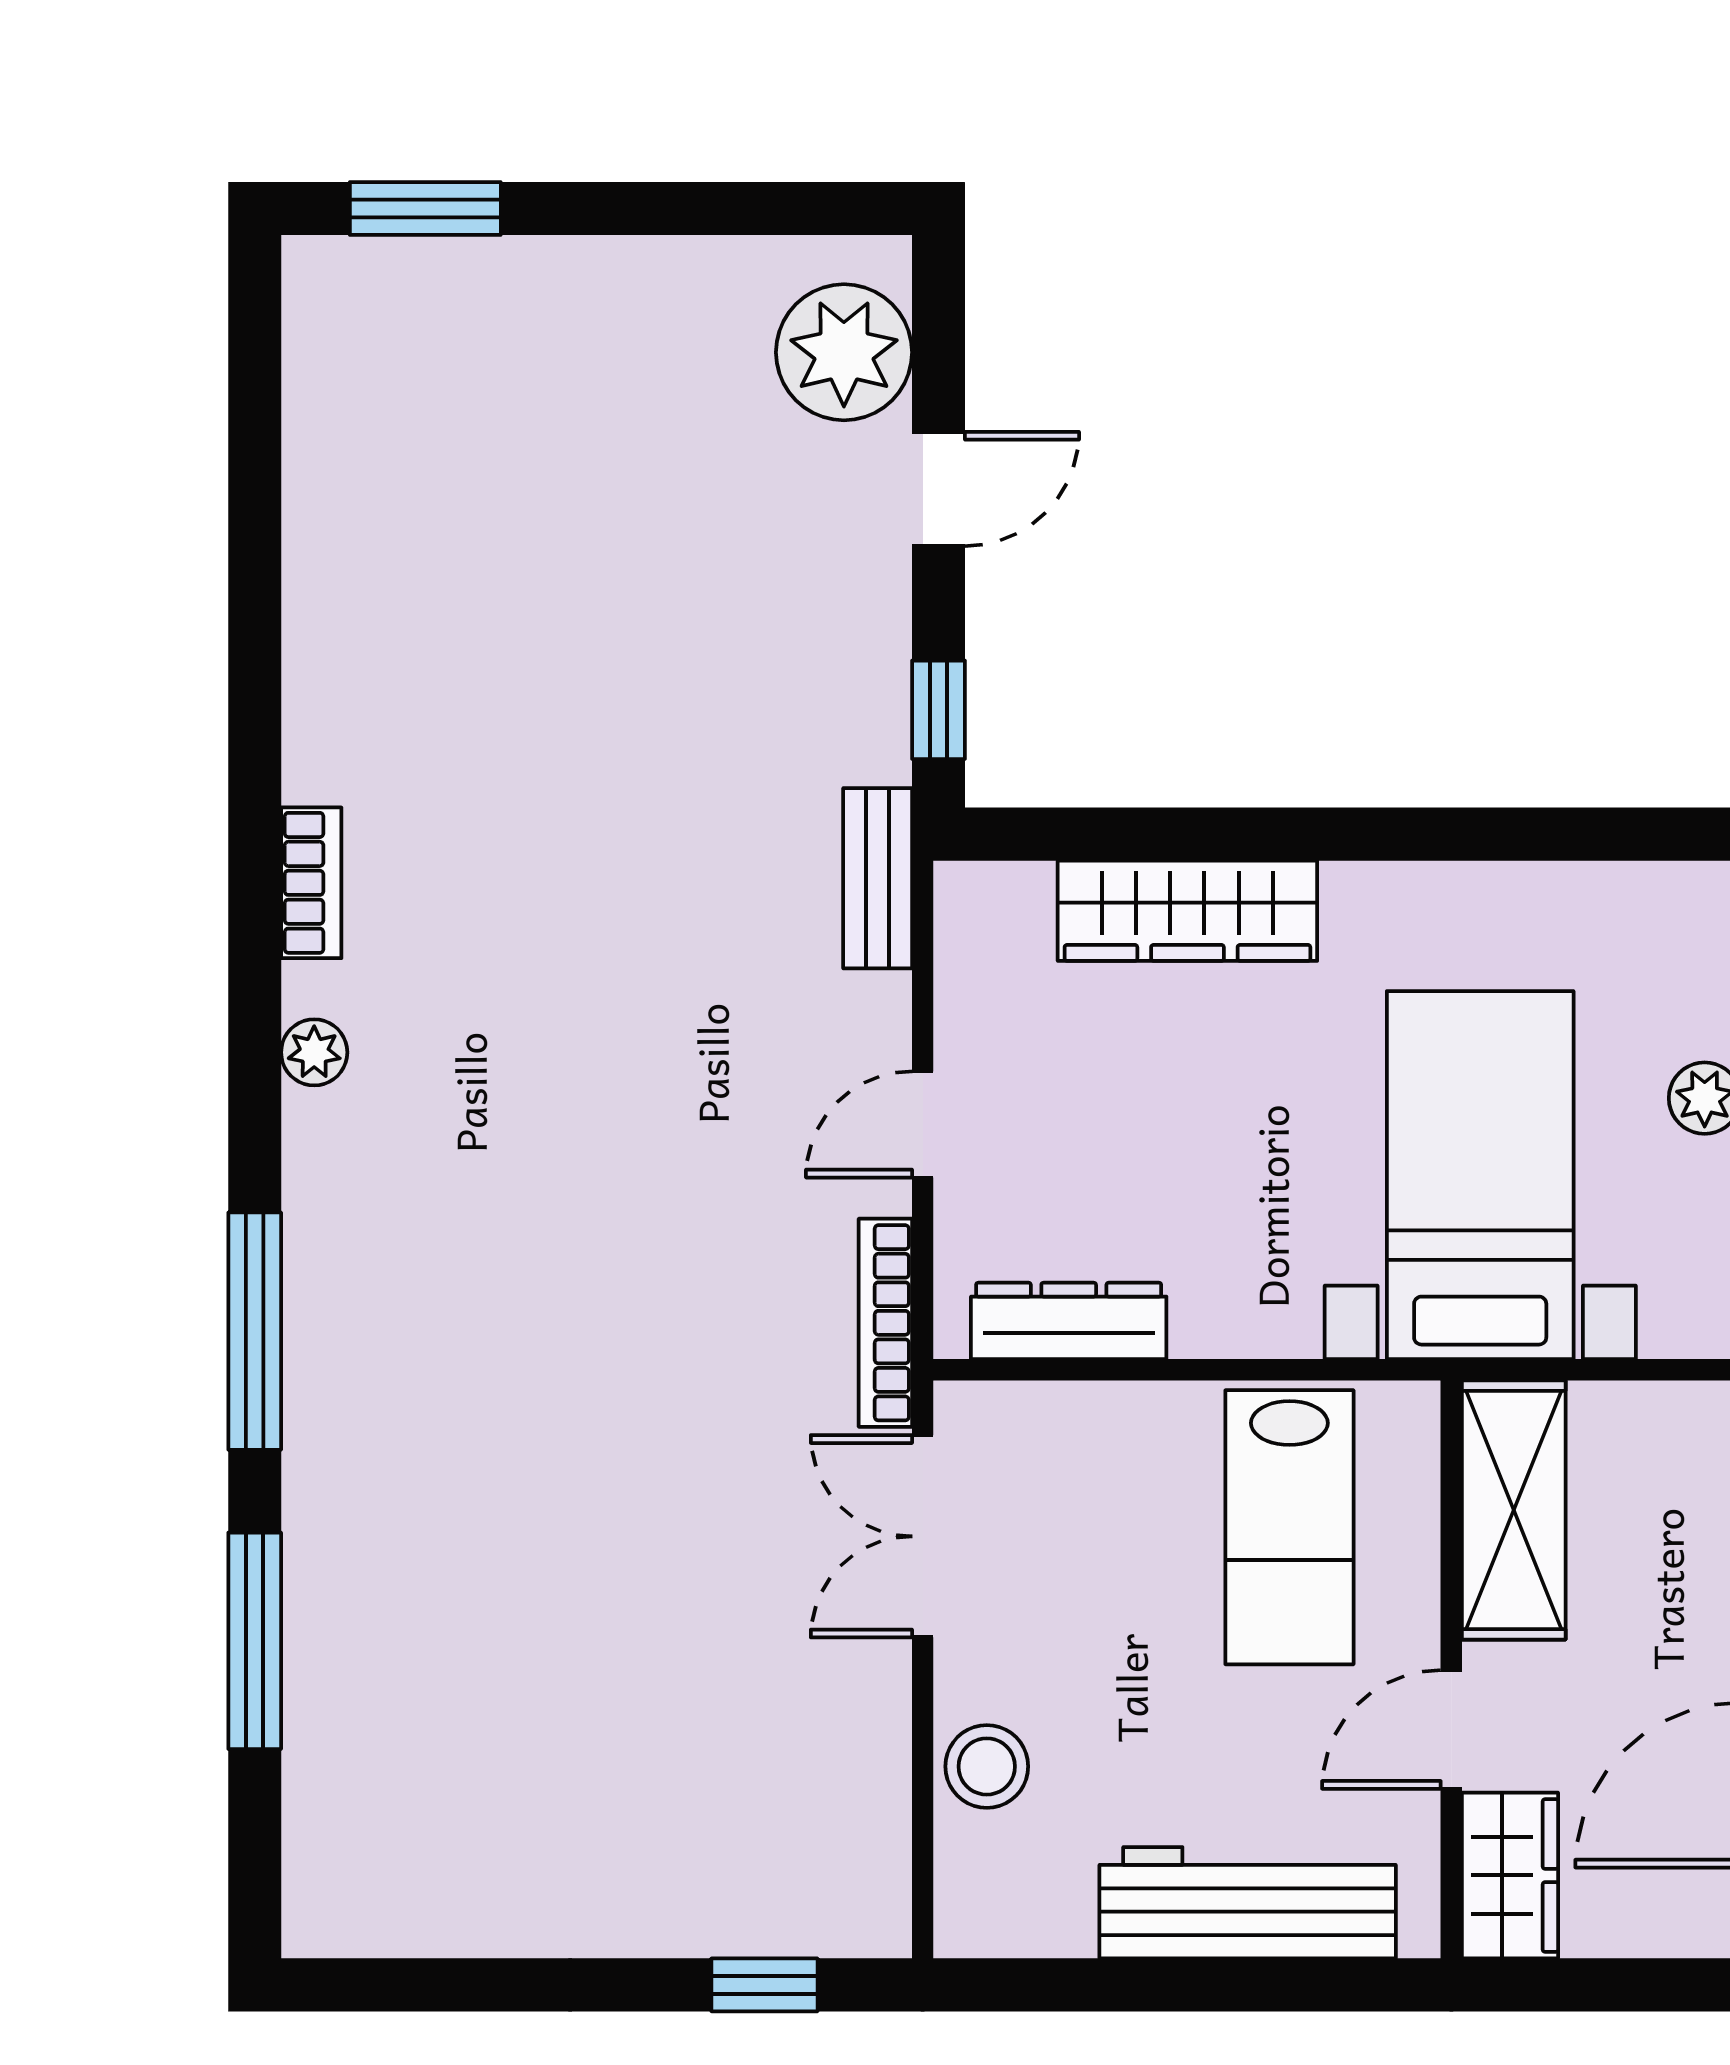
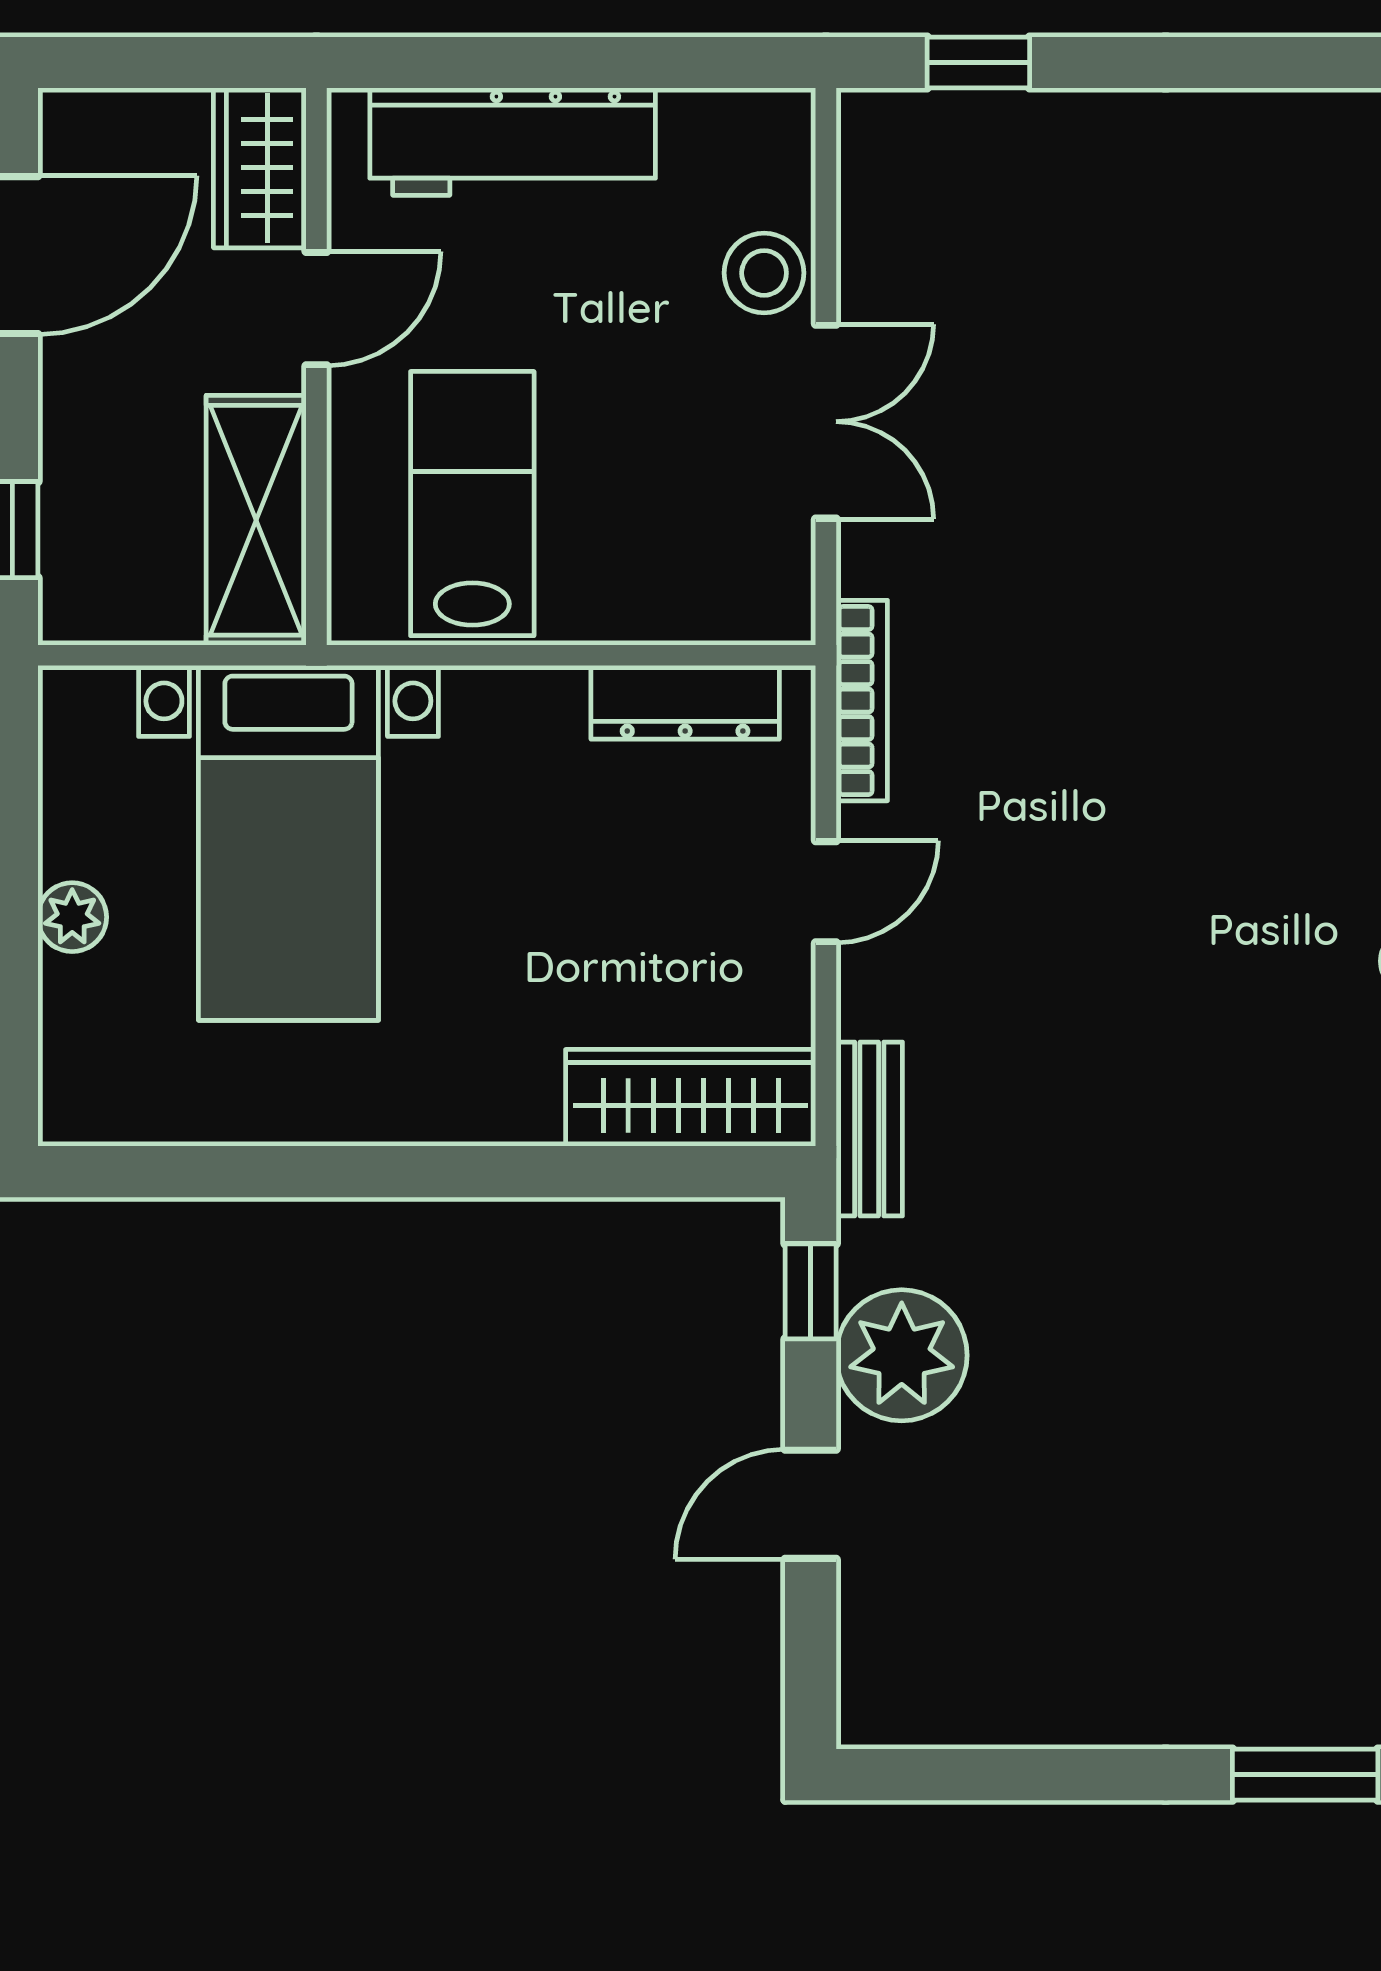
plant: (844, 352) -> (902, 1355), moved
wardrobe: (1187, 911) -> (691, 1098), moved
double door: (923, 1536) -> (826, 422), moved

